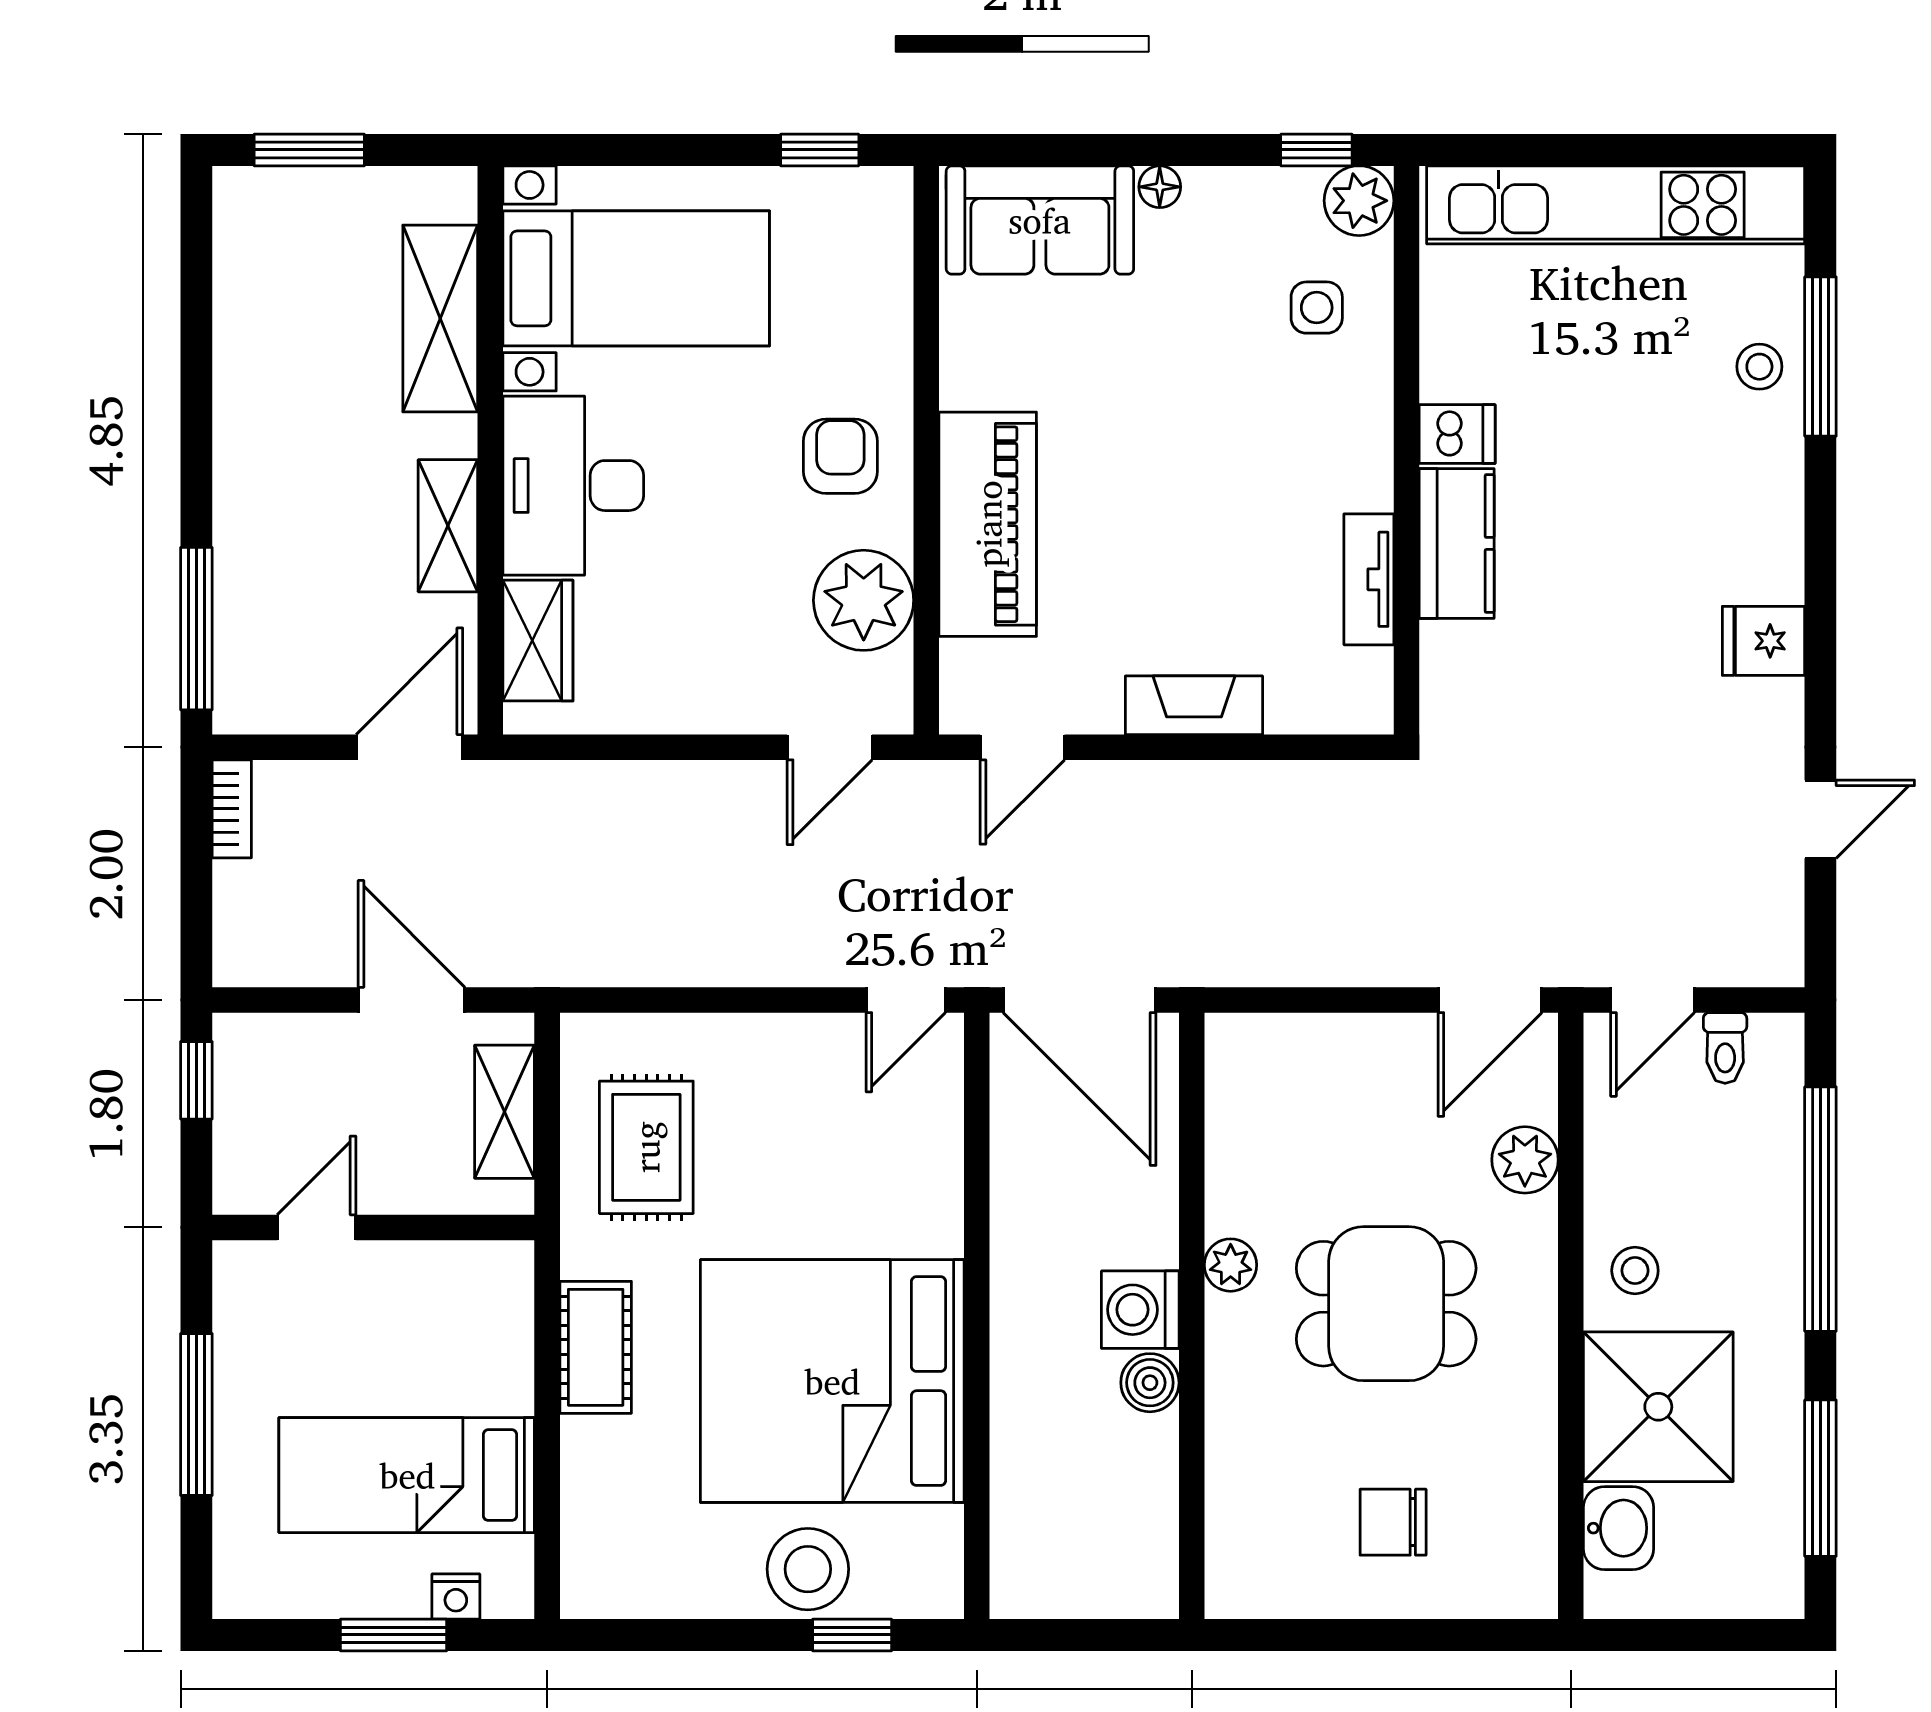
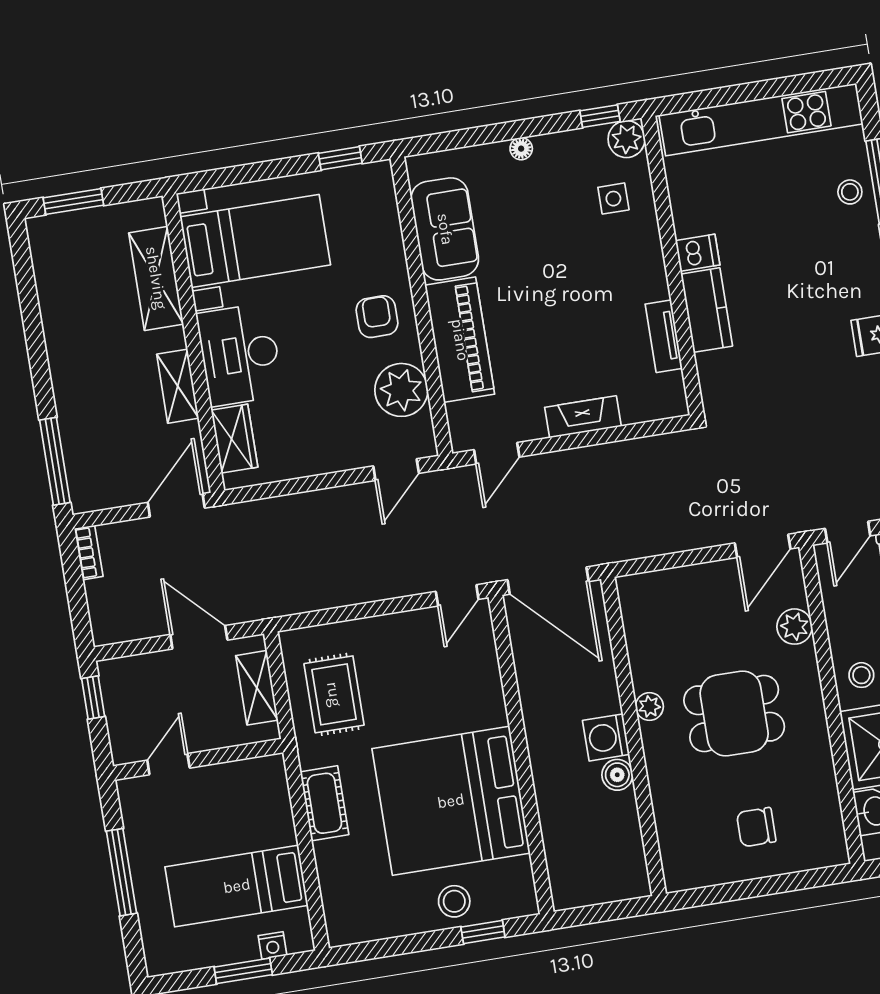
sofa: (1040, 220) -> (445, 229), moved, turned -90
stool: (808, 1569) -> (454, 901), width x0.73, depth x0.73

